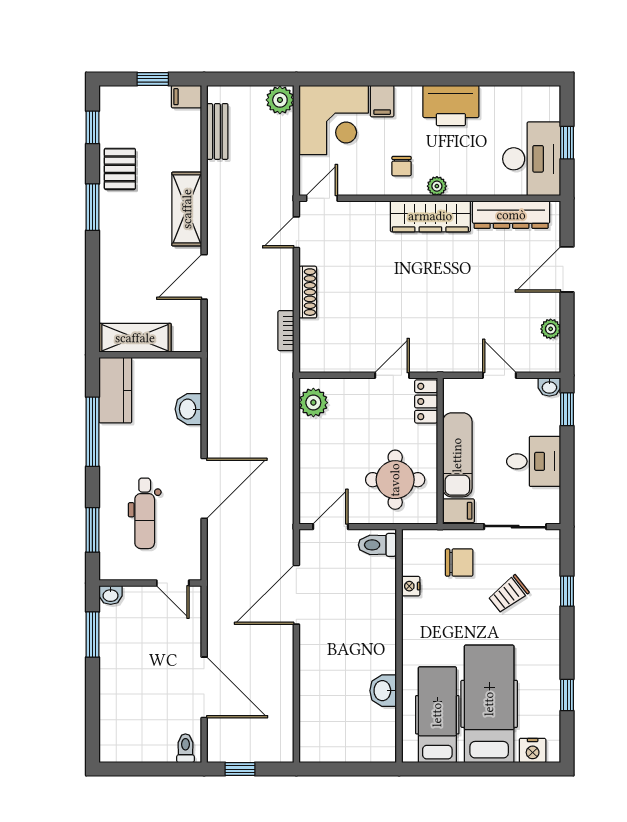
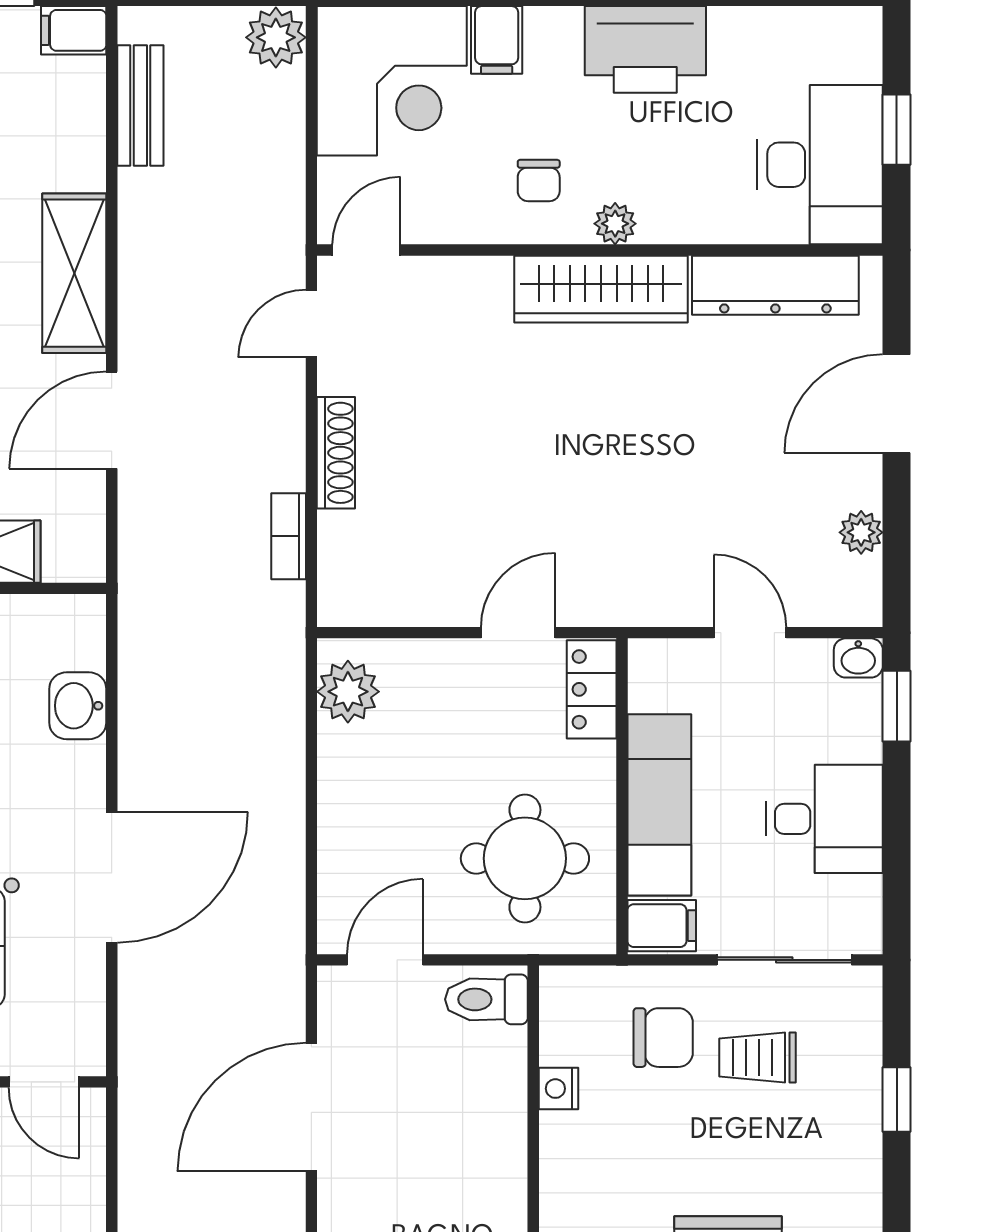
trolley: (508, 594) -> (758, 1058), moved, turned 38

